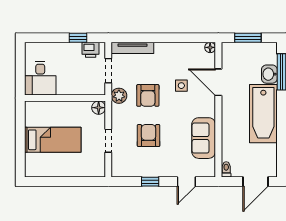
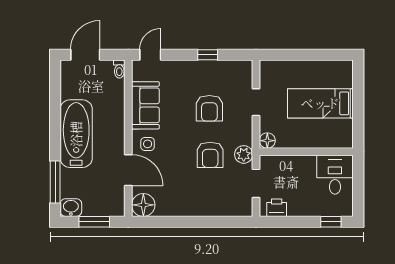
window: (78, 38) -> (331, 222), moved
floor lamp: (210, 47) -> (143, 205), width x1.89, depth x1.89
tv unit: (132, 48) -> (228, 210), removed
washbasin: (269, 74) -> (71, 208), moved, turned -90
side table: (181, 86) -> (148, 144), moved
armchair: (148, 95) -> (210, 155), turned 180
door: (186, 182) -> (150, 55), moved

